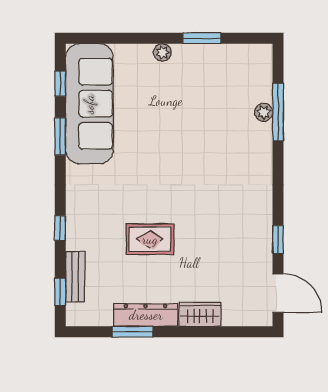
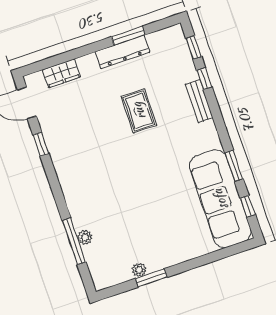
plant: (162, 52) -> (139, 270), moved
window: (60, 228) -> (204, 79), moved
rug: (150, 239) -> (139, 111), turned 90
bench: (75, 277) -> (199, 101), moved
wardrobe: (200, 314) -> (61, 73), moved

